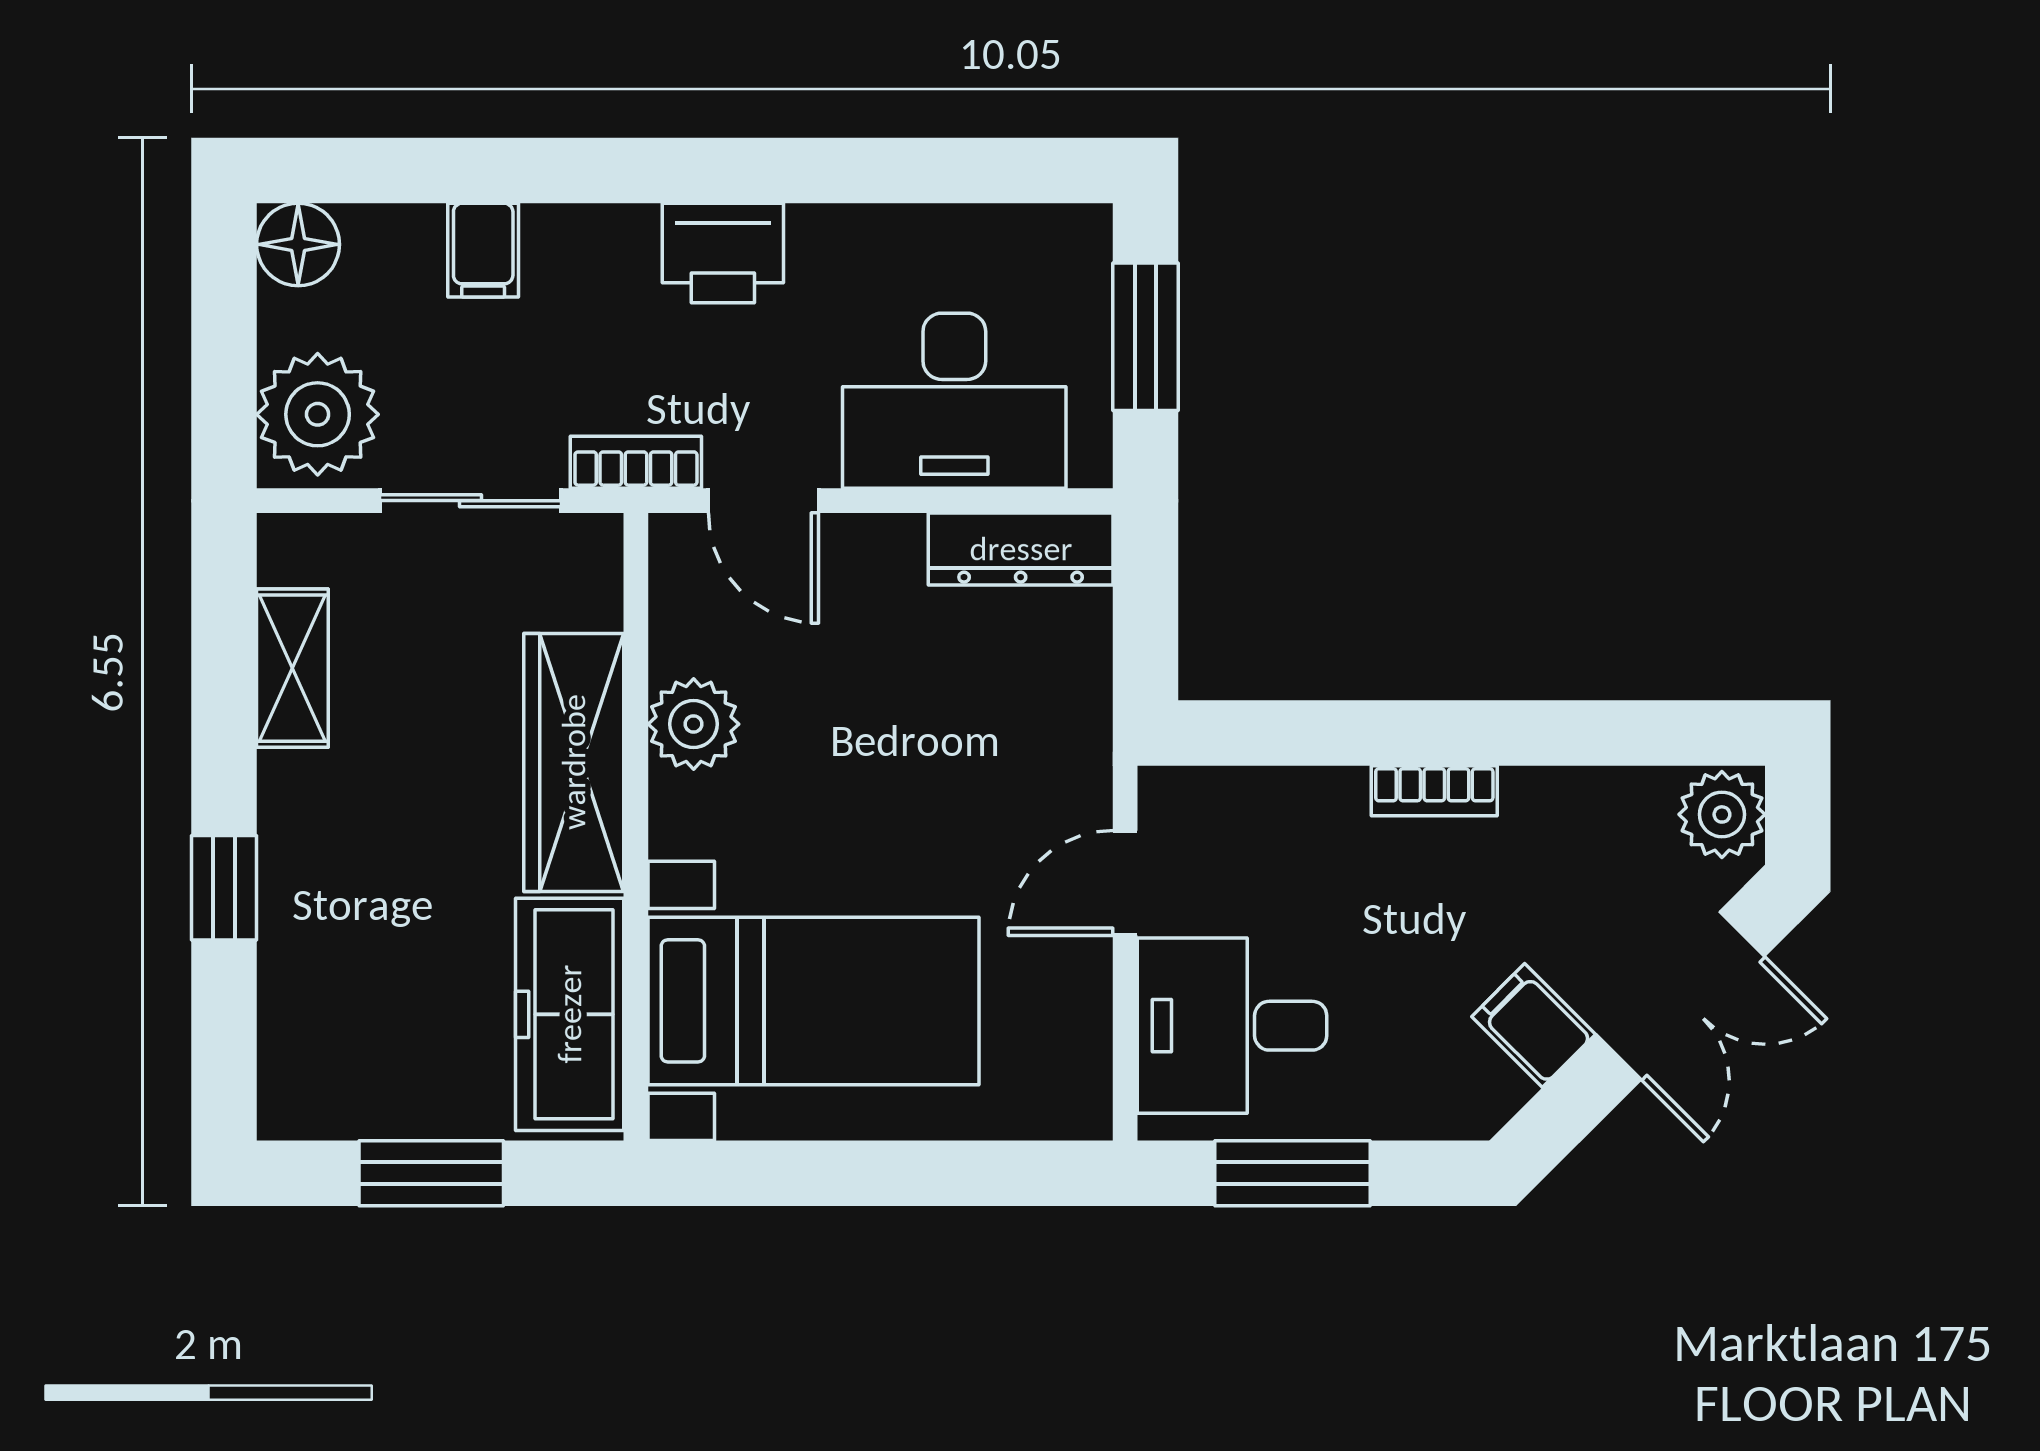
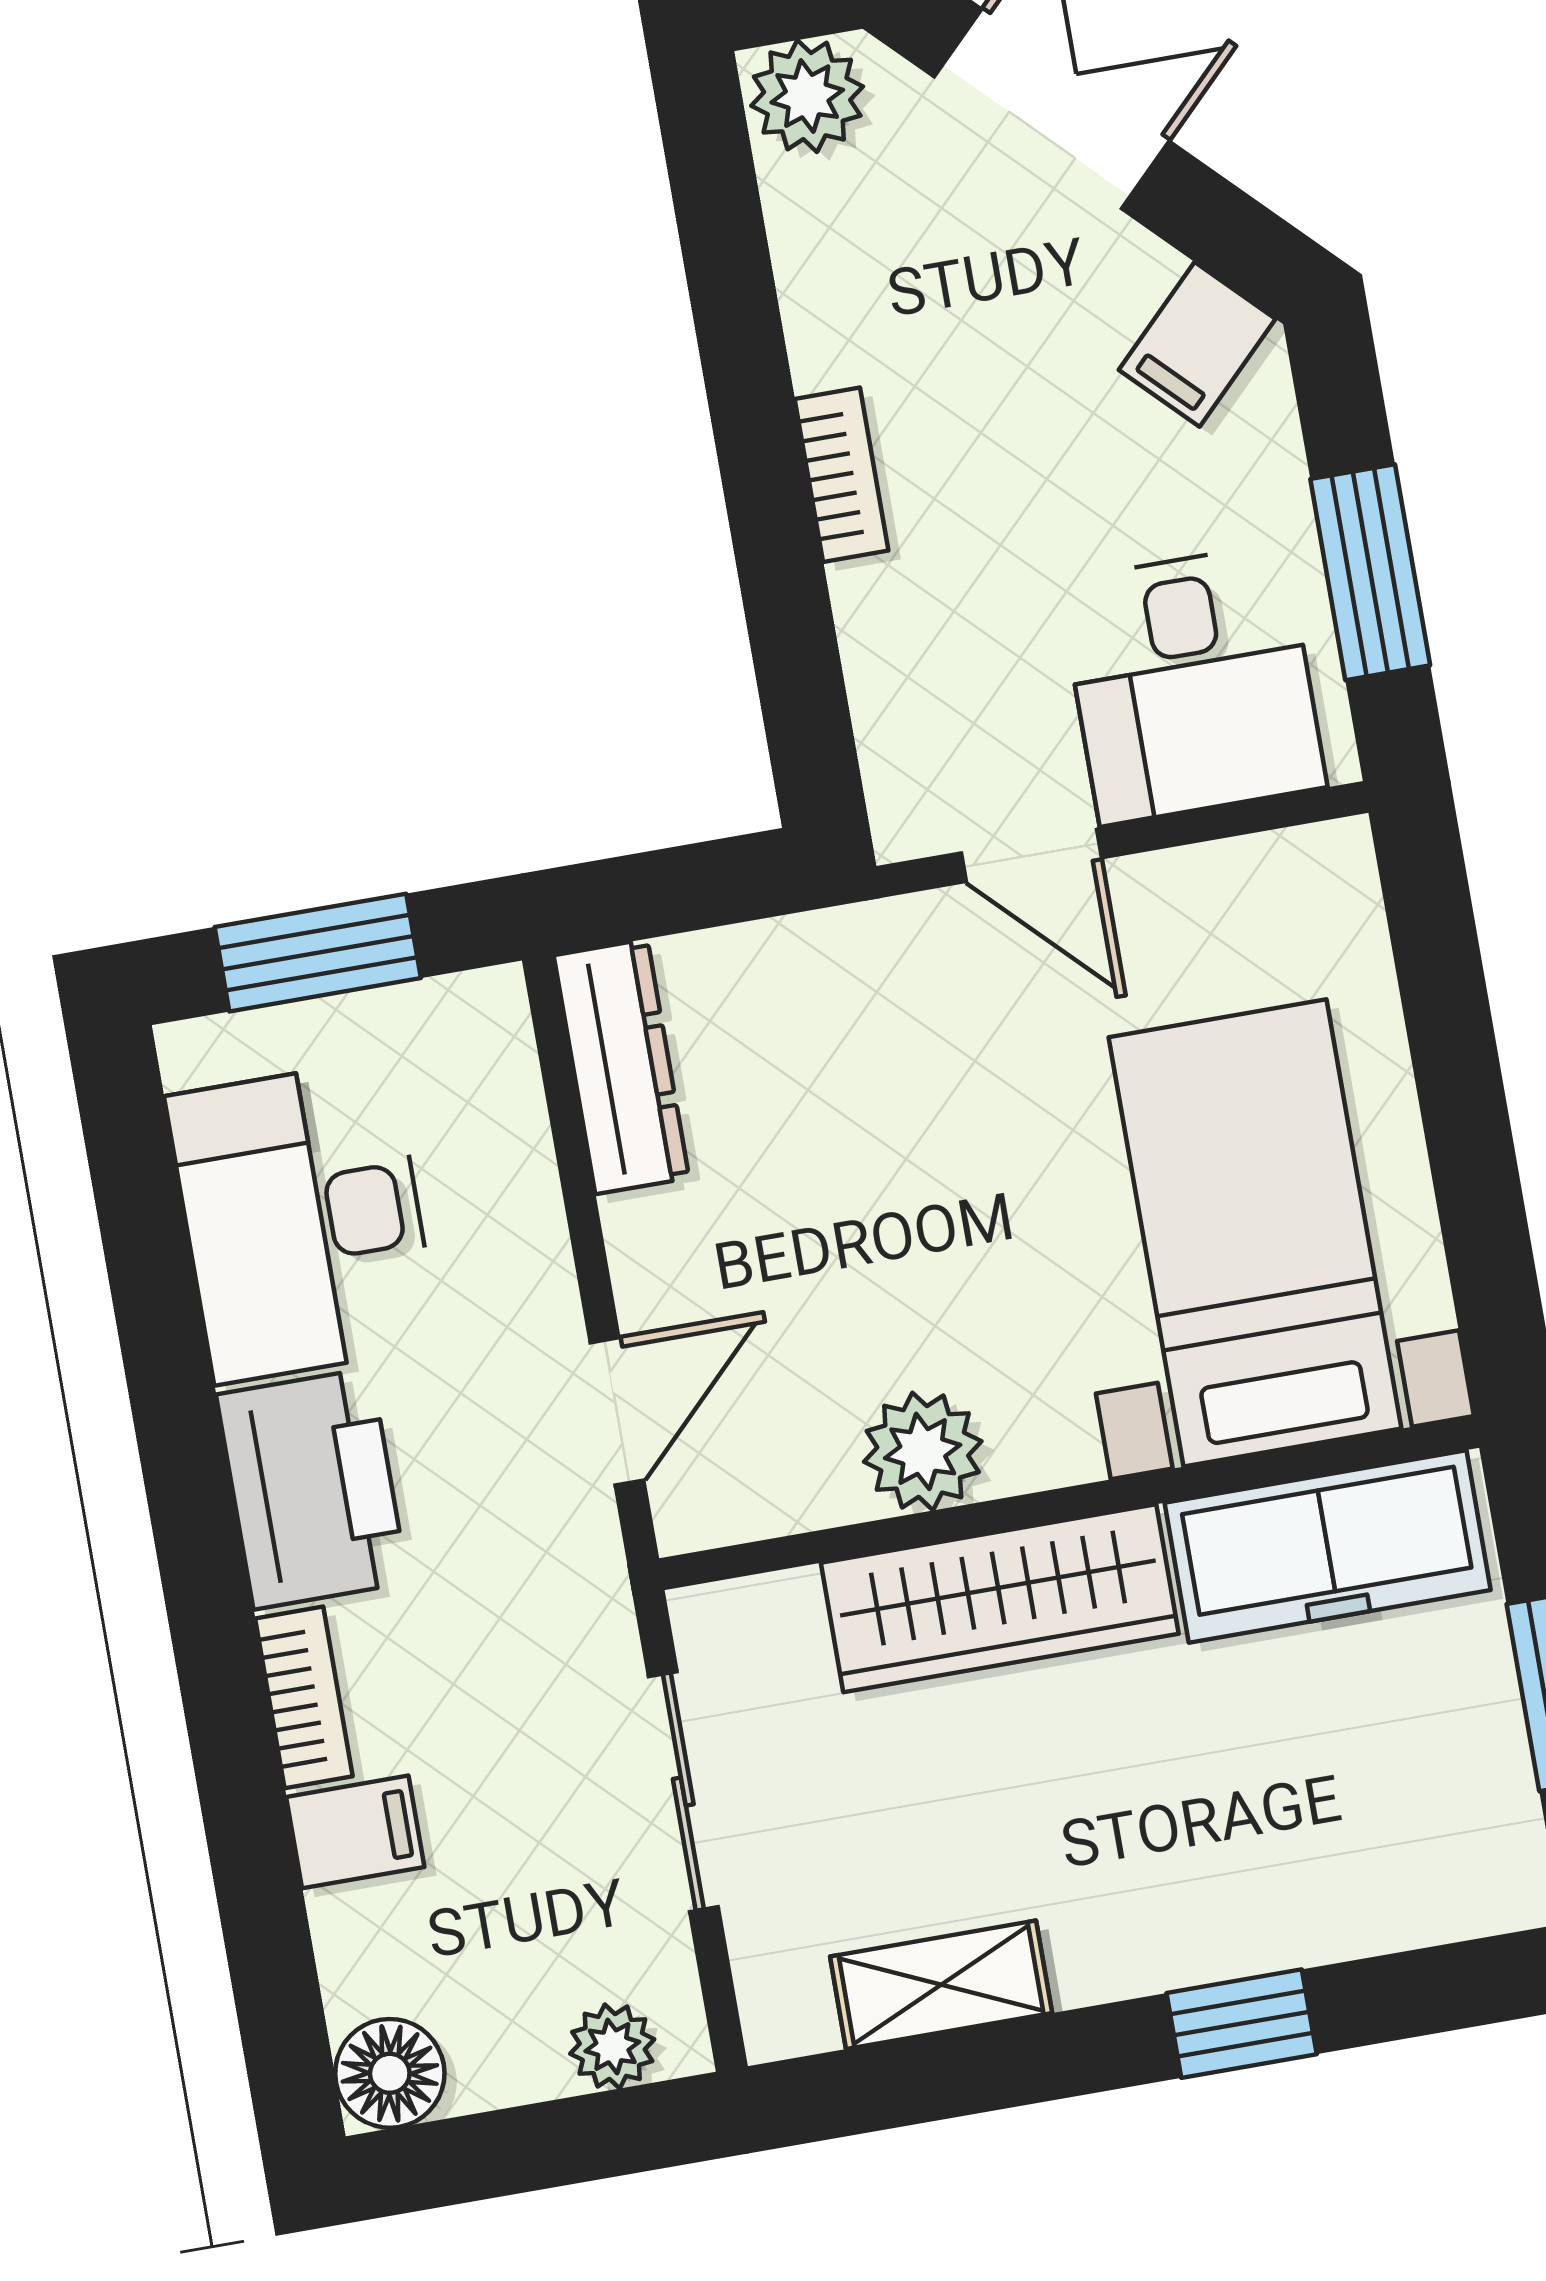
printer: (723, 253) -> (312, 1489), width x1.37, depth x1.19
desk: (954, 401) -> (303, 1221), moved, turned 180
plant: (318, 414) -> (612, 2046), width x0.53, depth x0.53
bookcase: (636, 462) -> (304, 1697), moved, turned 180
filing cabinet: (1534, 1025) -> (1197, 344), moved

